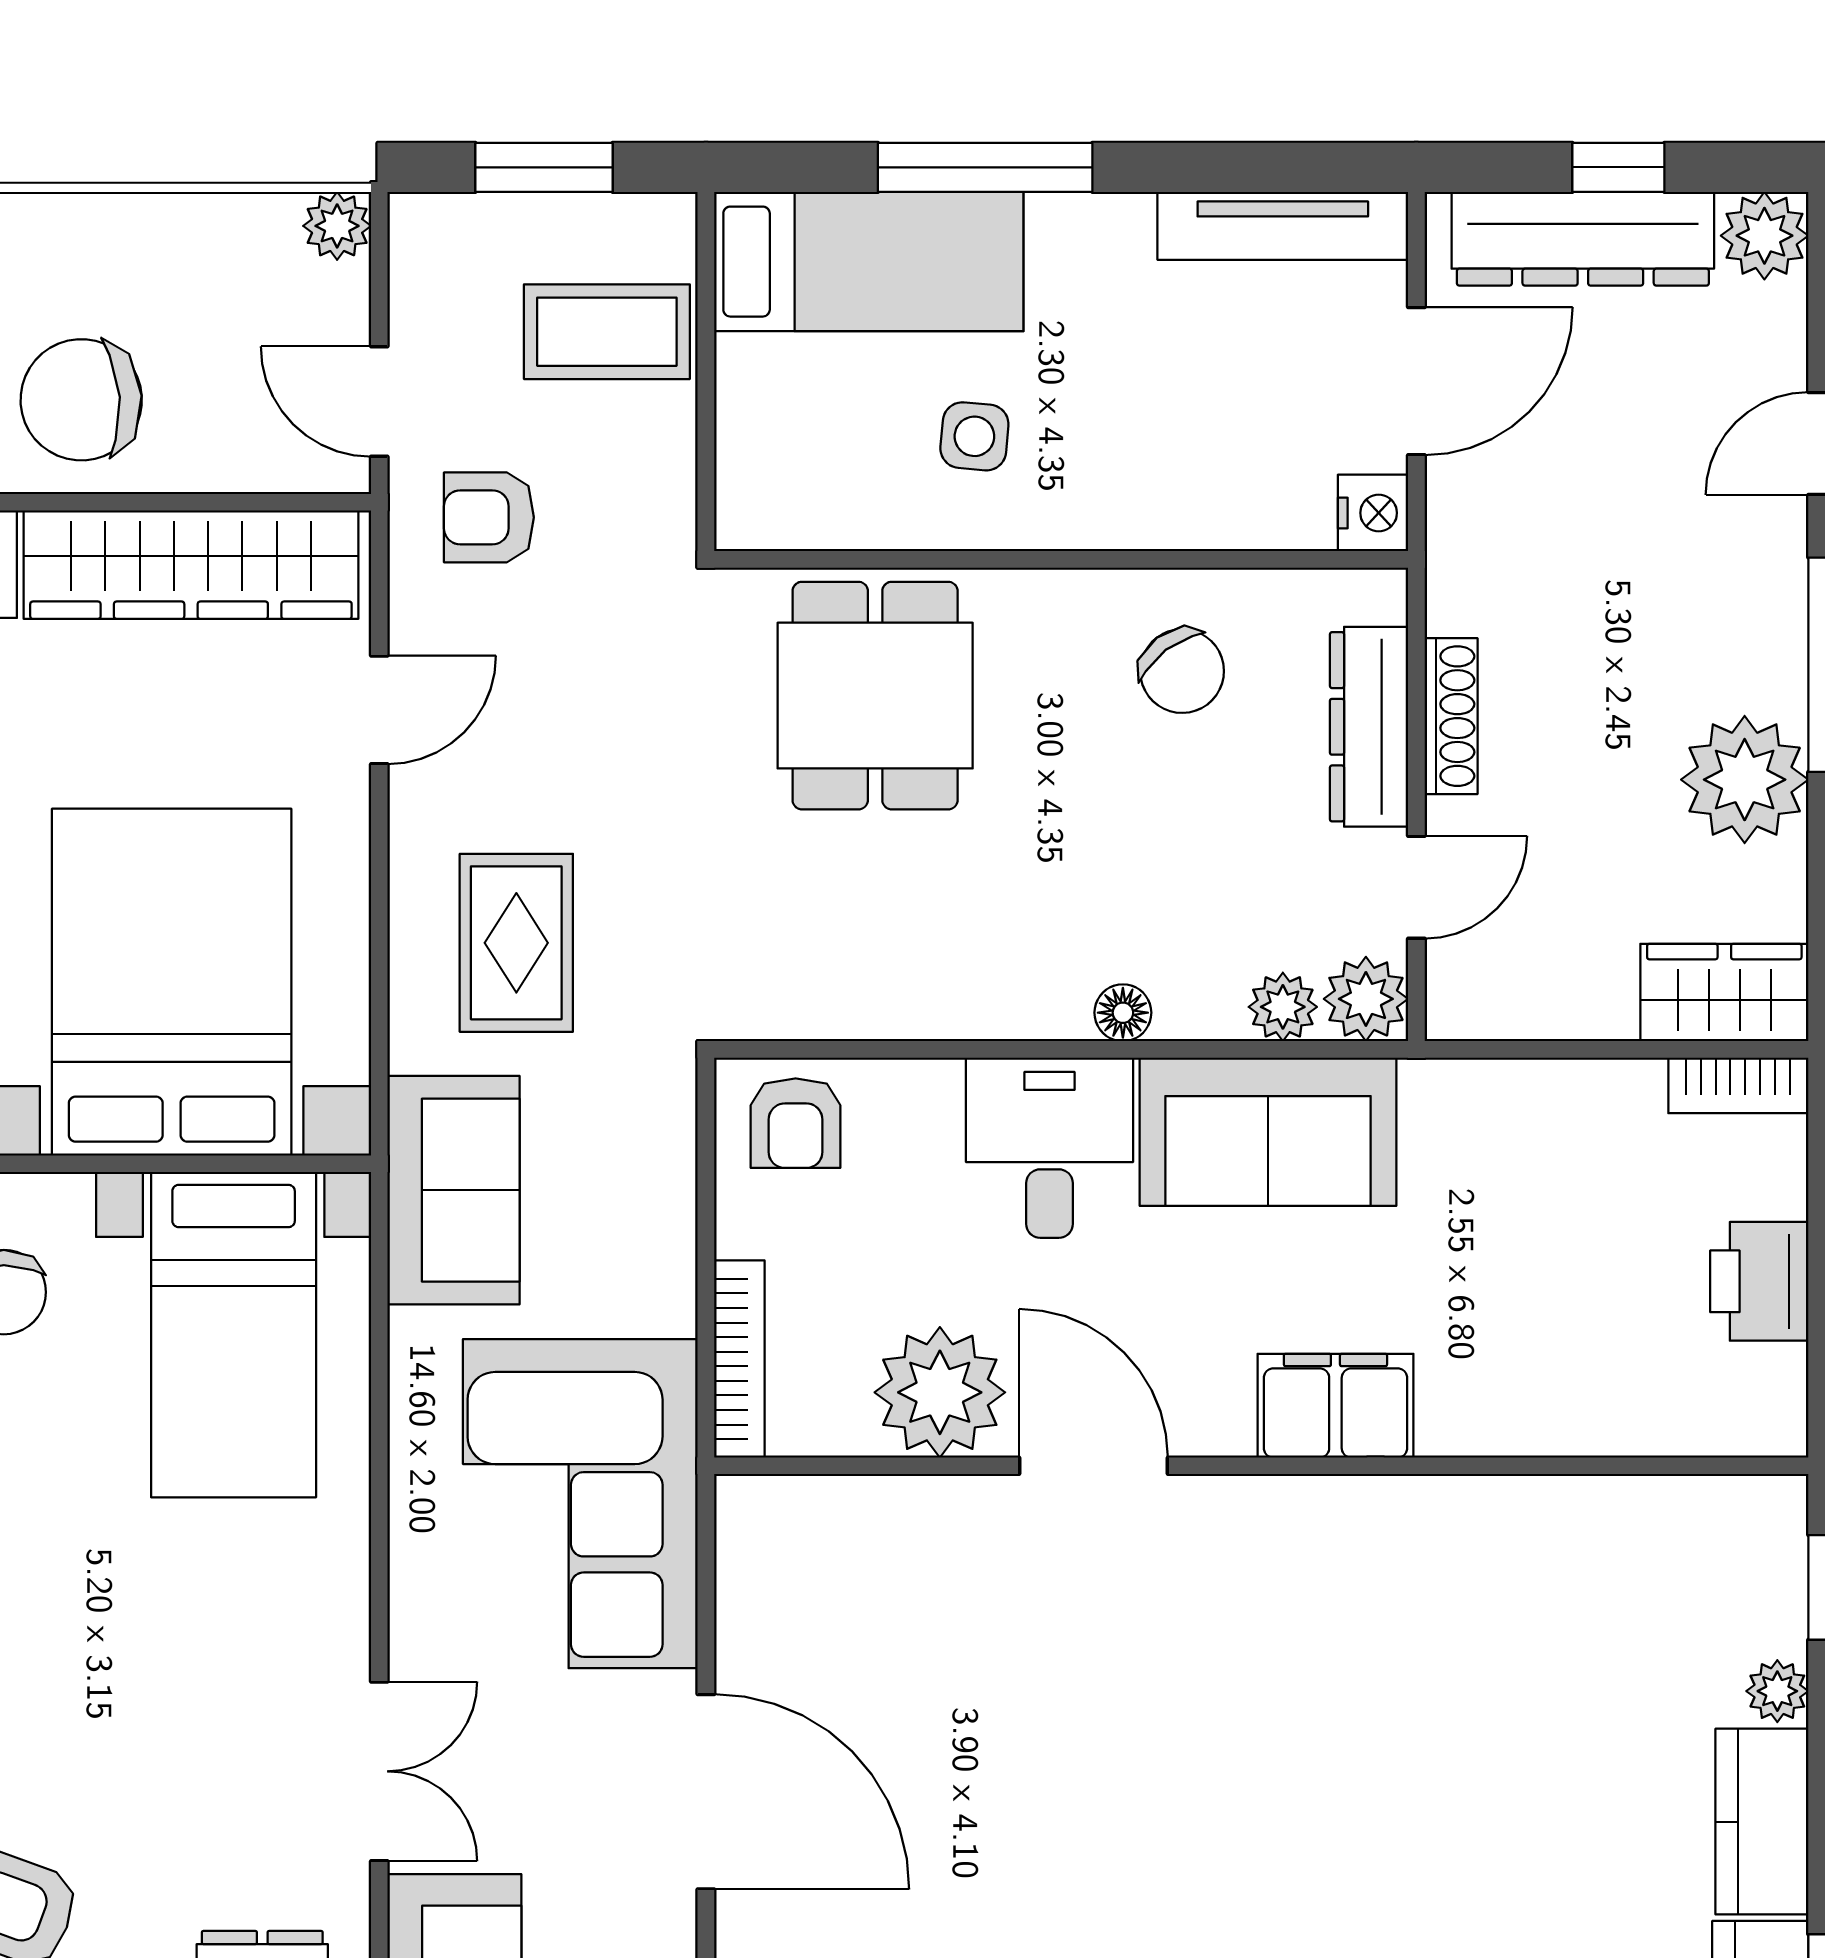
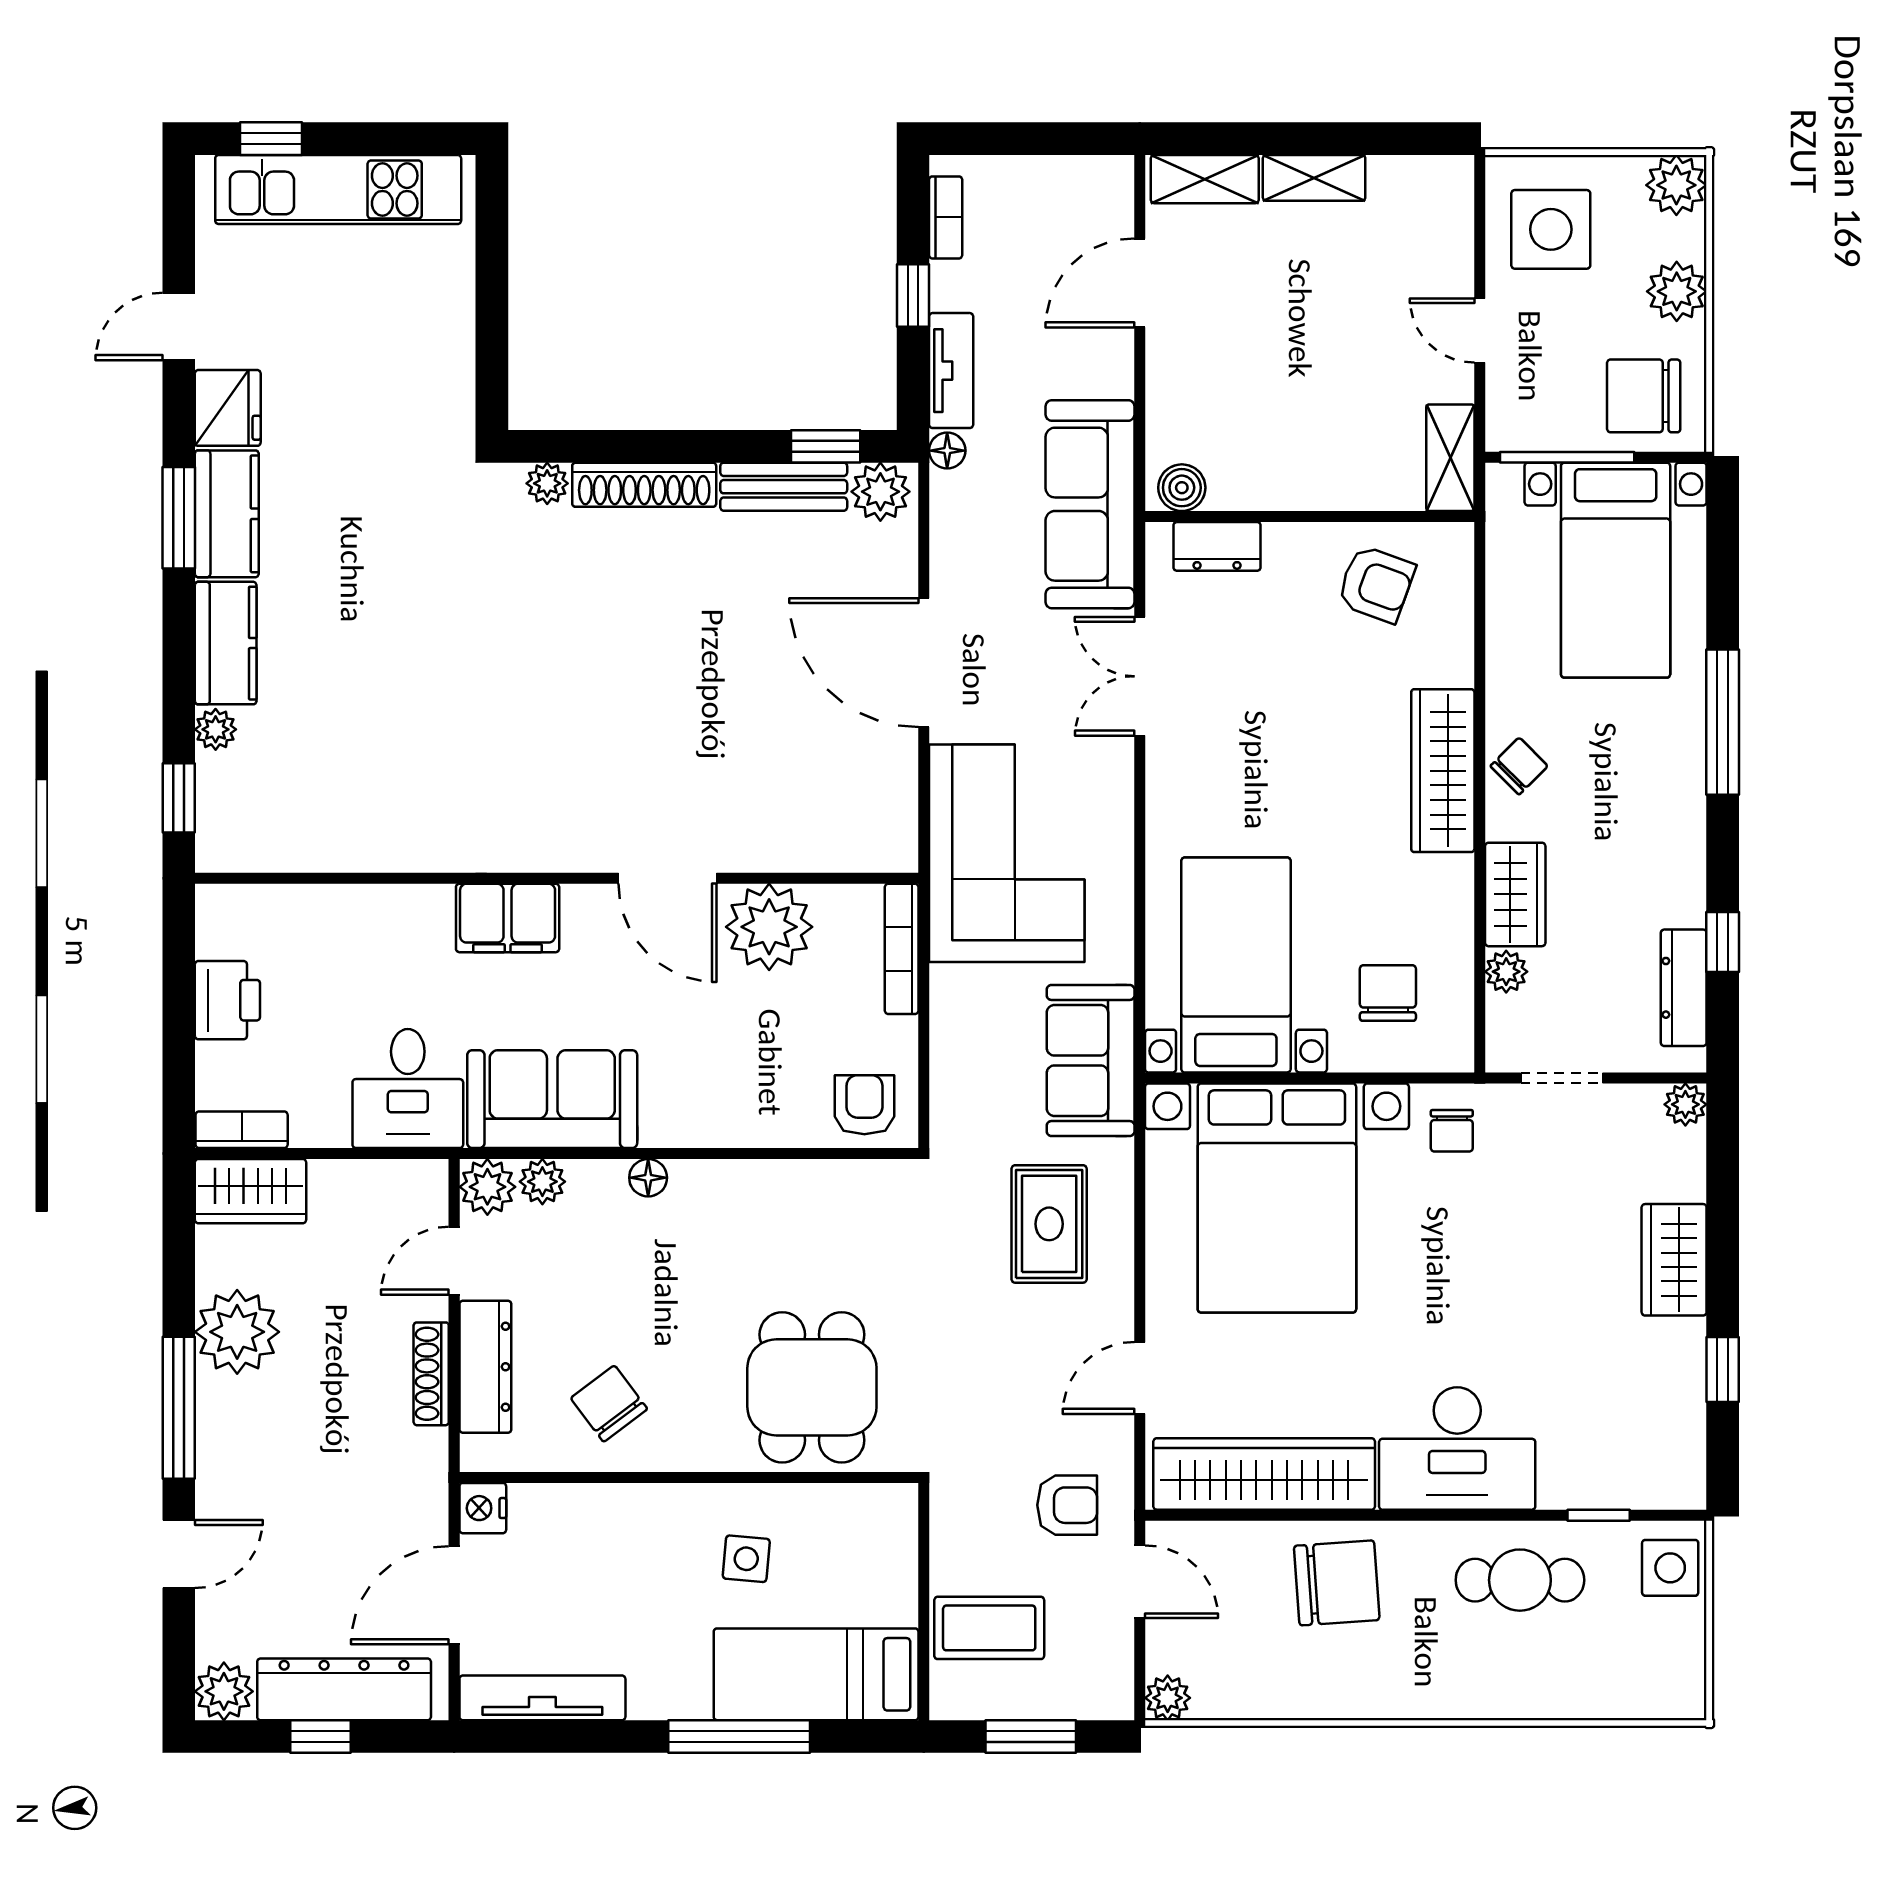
desk: (1050, 1148) -> (408, 1089), moved

